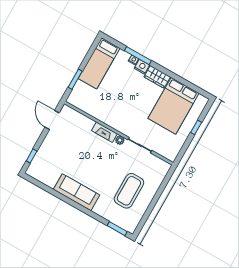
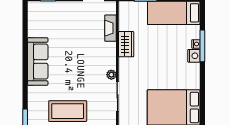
wardrobe: (157, 77) -> (126, 44), moved, turned 180
fireplace: (104, 132) -> (111, 28), moved

